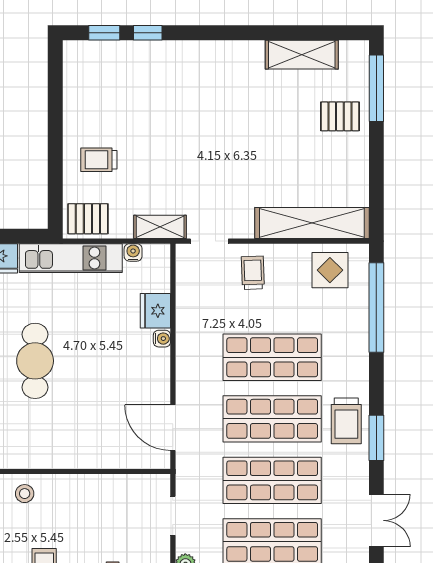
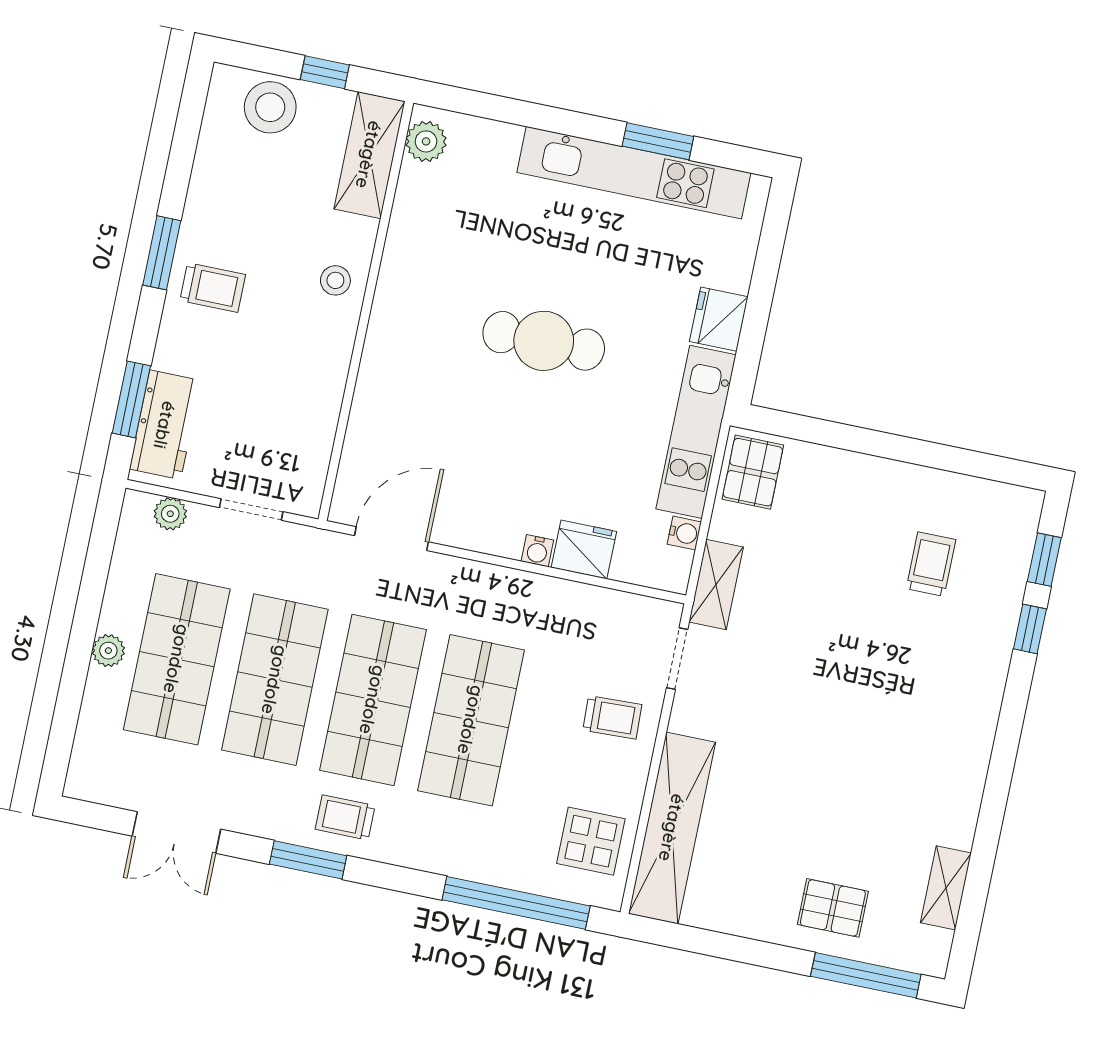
shelving: (302, 55) -> (946, 888), width x0.67, depth x0.75
pallet: (340, 116) -> (833, 908), turned 90
trolley: (99, 160) -> (931, 564), moved
trolley: (346, 421) -> (345, 817), width x0.73, depth x0.72

